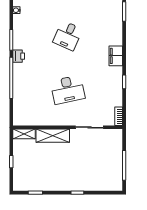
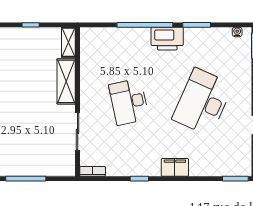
desk: (68, 36) -> (203, 102), width x1.87, depth x1.30
printer: (19, 56) -> (167, 39), width x1.87, depth x1.48

